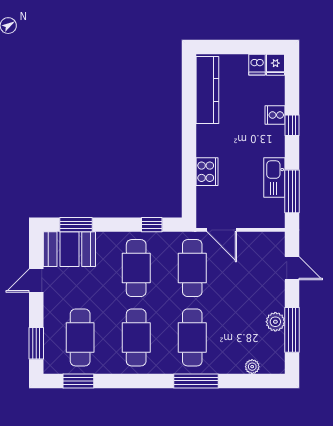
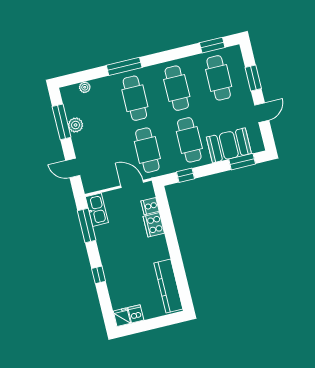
cooker: (275, 115) -> (150, 206), moved, turned 180
kitchen sink: (274, 178) -> (97, 210), moved
booth: (69, 249) -> (229, 145), moved
window: (36, 343) -> (253, 78), moved

